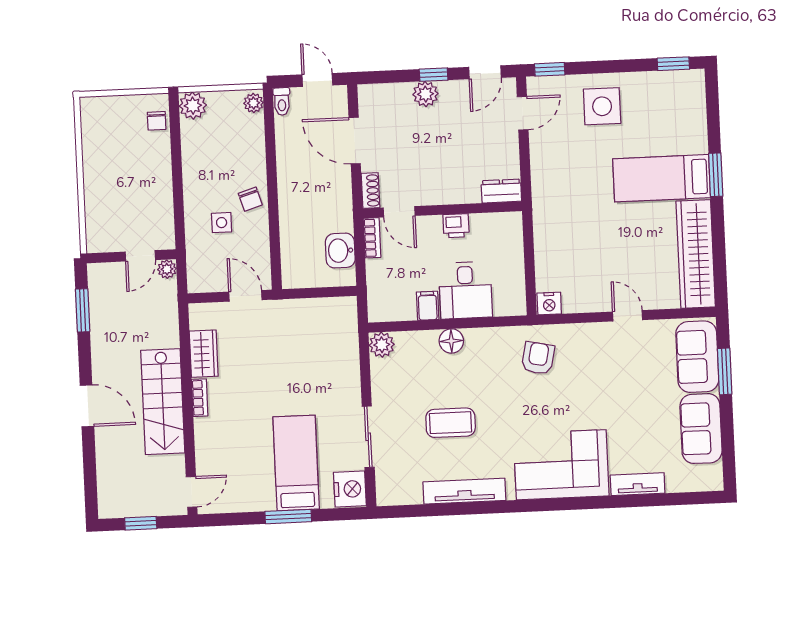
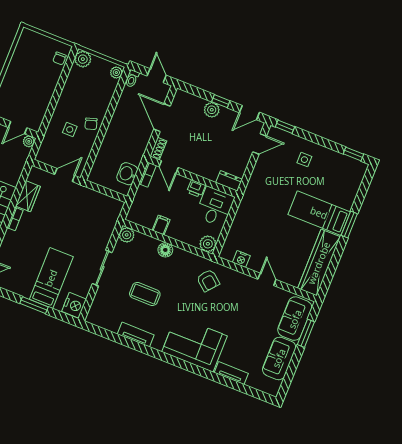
side table: (602, 106) -> (304, 160), width x0.54, depth x0.54
desk: (466, 290) -> (215, 207), moved, turned 180
door: (245, 296) -> (65, 175), hinge flipped
plant: (512, 302) -> (208, 244), added
nightstand: (549, 303) -> (241, 259), moved
armchair: (538, 358) -> (208, 280), turned 118
sliding door: (368, 437) -> (102, 268), moved
tv unit: (464, 491) -> (136, 335), width x0.71

